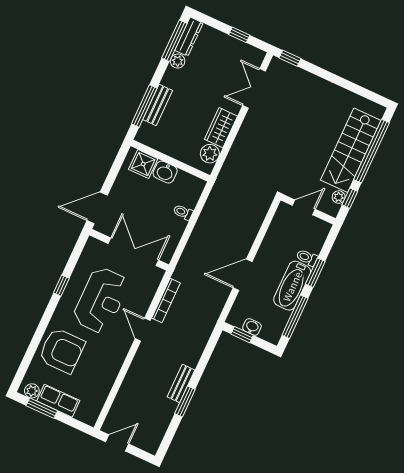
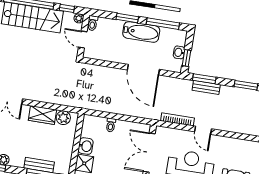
plant: (339, 197) -> (79, 18), moved
toilet: (307, 258) -> (92, 23), moved
door: (243, 275) -> (143, 70), width x1.36
door: (143, 330) -> (203, 130), hinge flipped
window: (209, 350) -> (204, 79), added
bench: (181, 383) -> (206, 87), moved

